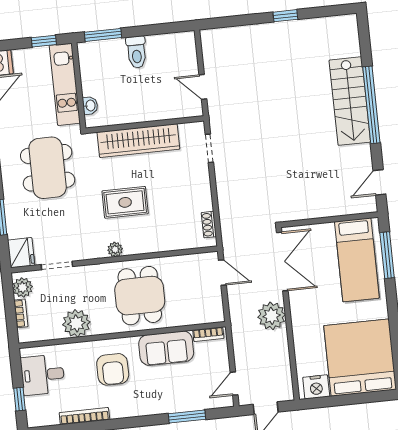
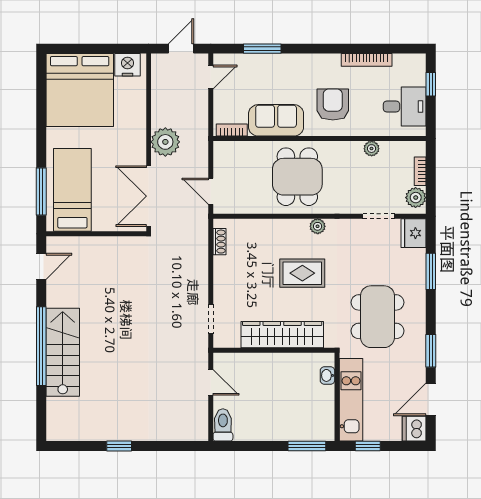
toilet: (136, 52) -> (223, 425), moved
plant: (76, 323) -> (372, 149), width x0.53, depth x0.53

